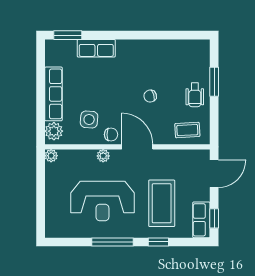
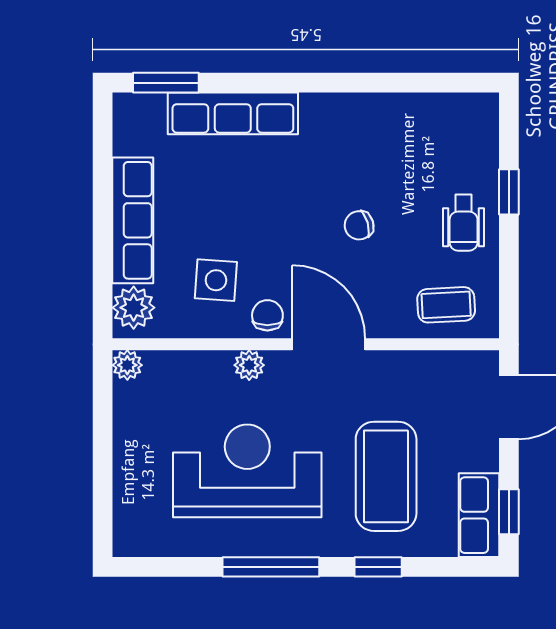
row of seats: (96, 48) -> (233, 113), width x1.48
window: (214, 82) -> (509, 192), width x0.67
chair: (111, 135) -> (267, 315), turned -90
reception desk: (102, 201) -> (247, 471), turned 180

